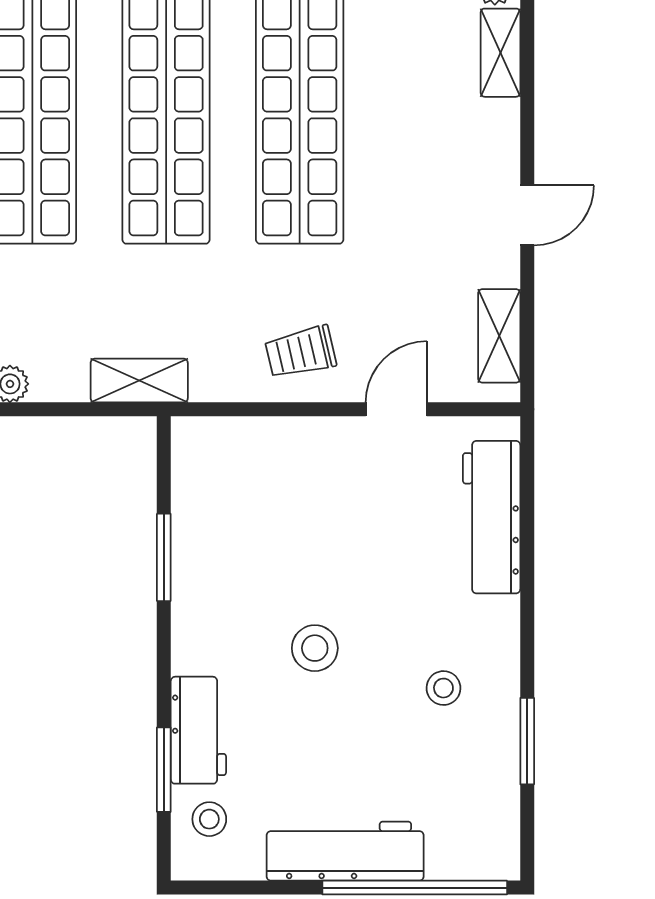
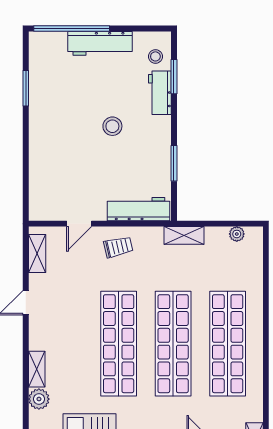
workbench: (492, 517) -> (138, 209), moved, turned -90
stool: (443, 688) -> (60, 110), removed

